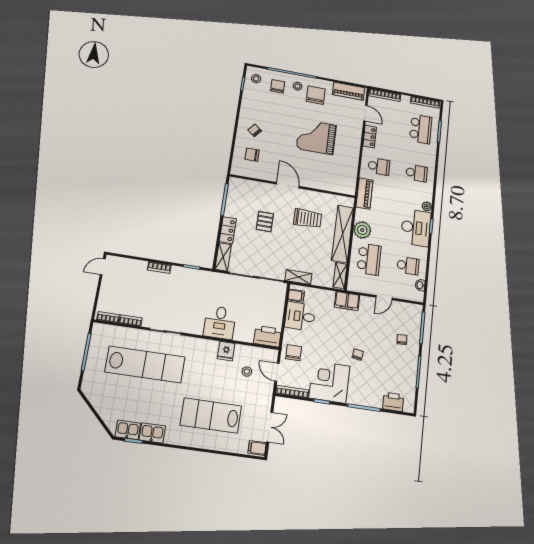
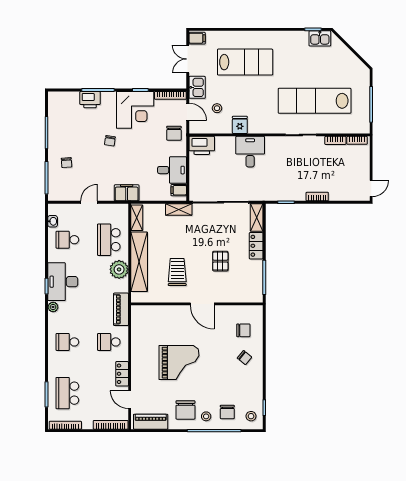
trolley: (308, 218) -> (177, 272), turned 90
printer: (393, 402) -> (90, 100), moved
kitchen sink: (152, 433) -> (197, 87), moved, turned -90

